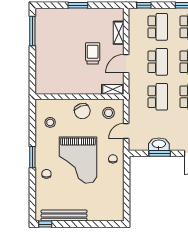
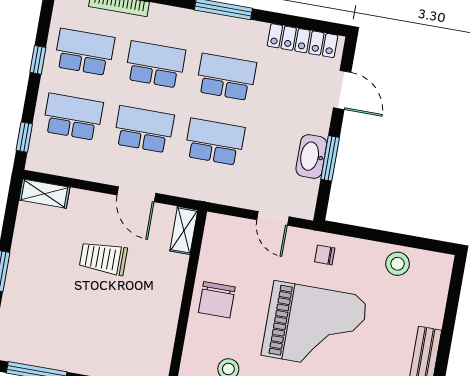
shelving: (119, 33) -> (44, 194), moved
chair: (82, 111) -> (217, 300), turned 111
stool: (109, 113) -> (398, 264), moved

